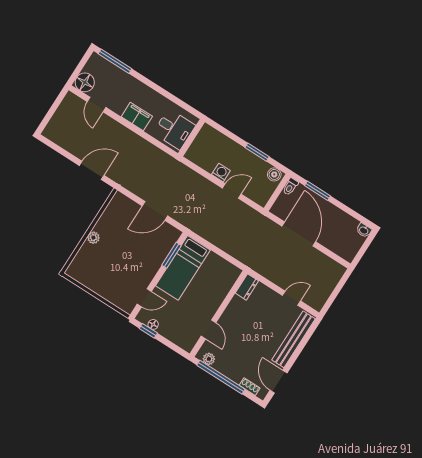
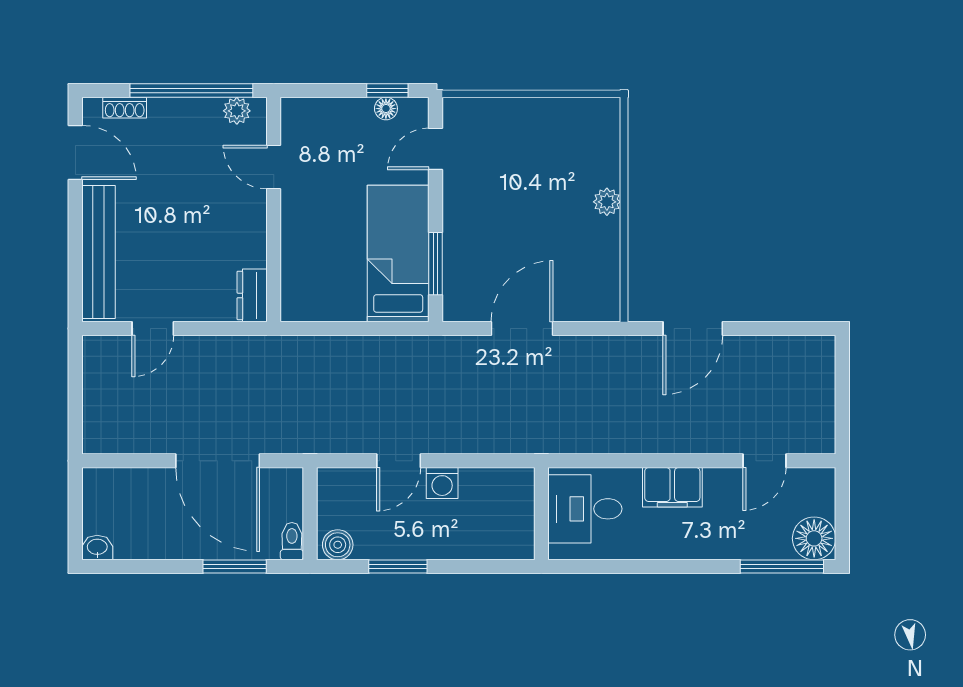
floor lamp: (85, 82) -> (814, 538), moved
door: (96, 105) -> (764, 461), swing flipped

